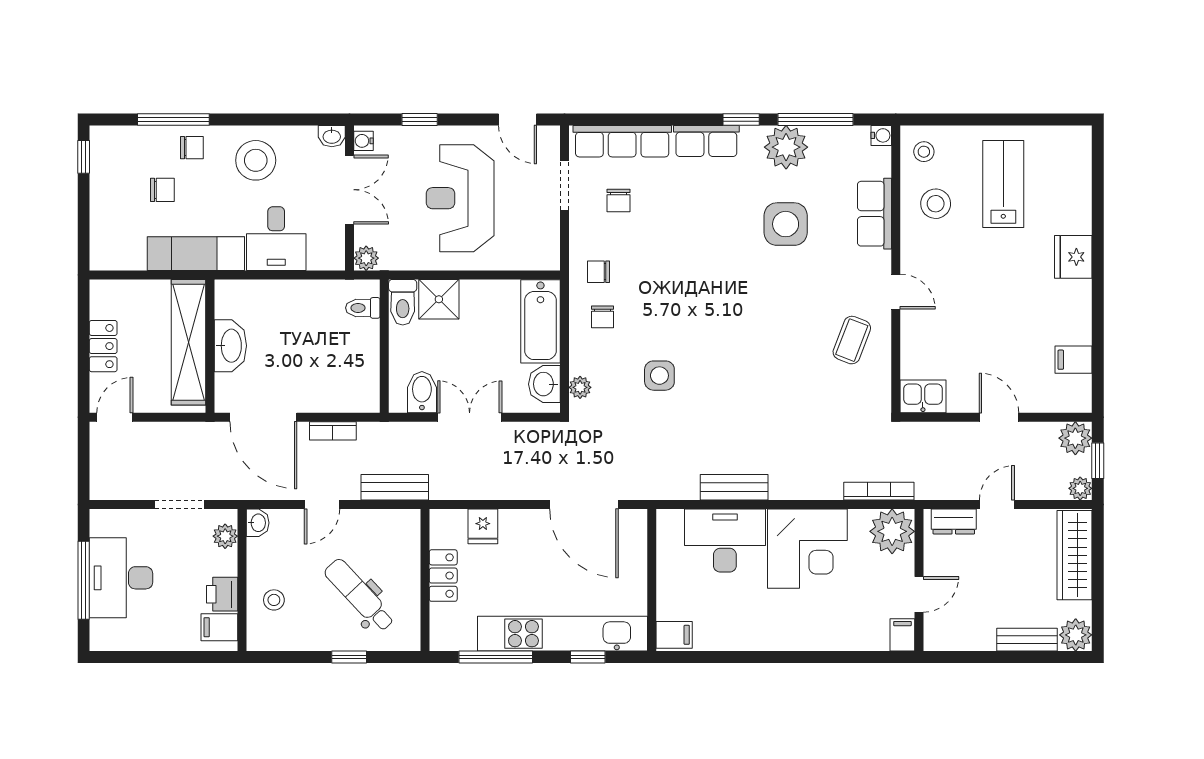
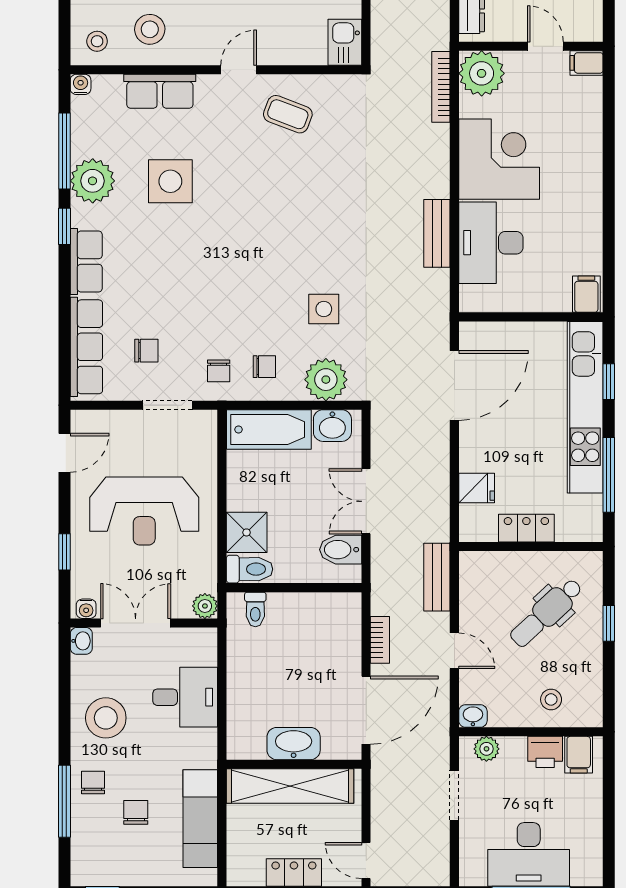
doorway: (565, 185) -> (167, 405), moved
exam couch: (196, 254) -> (200, 819), moved
plant: (580, 387) -> (326, 380), width x1.88, depth x1.88

